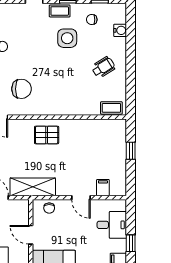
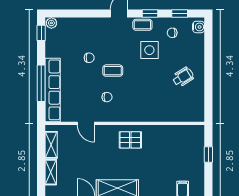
water cooler: (120, 30) -> (199, 27), moved
chair: (22, 89) -> (107, 97), width x0.54, depth x0.54
coffee table: (111, 108) -> (113, 71), moved

